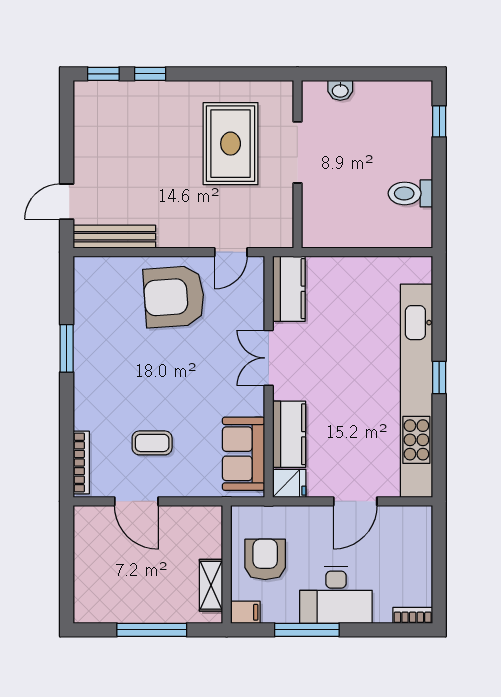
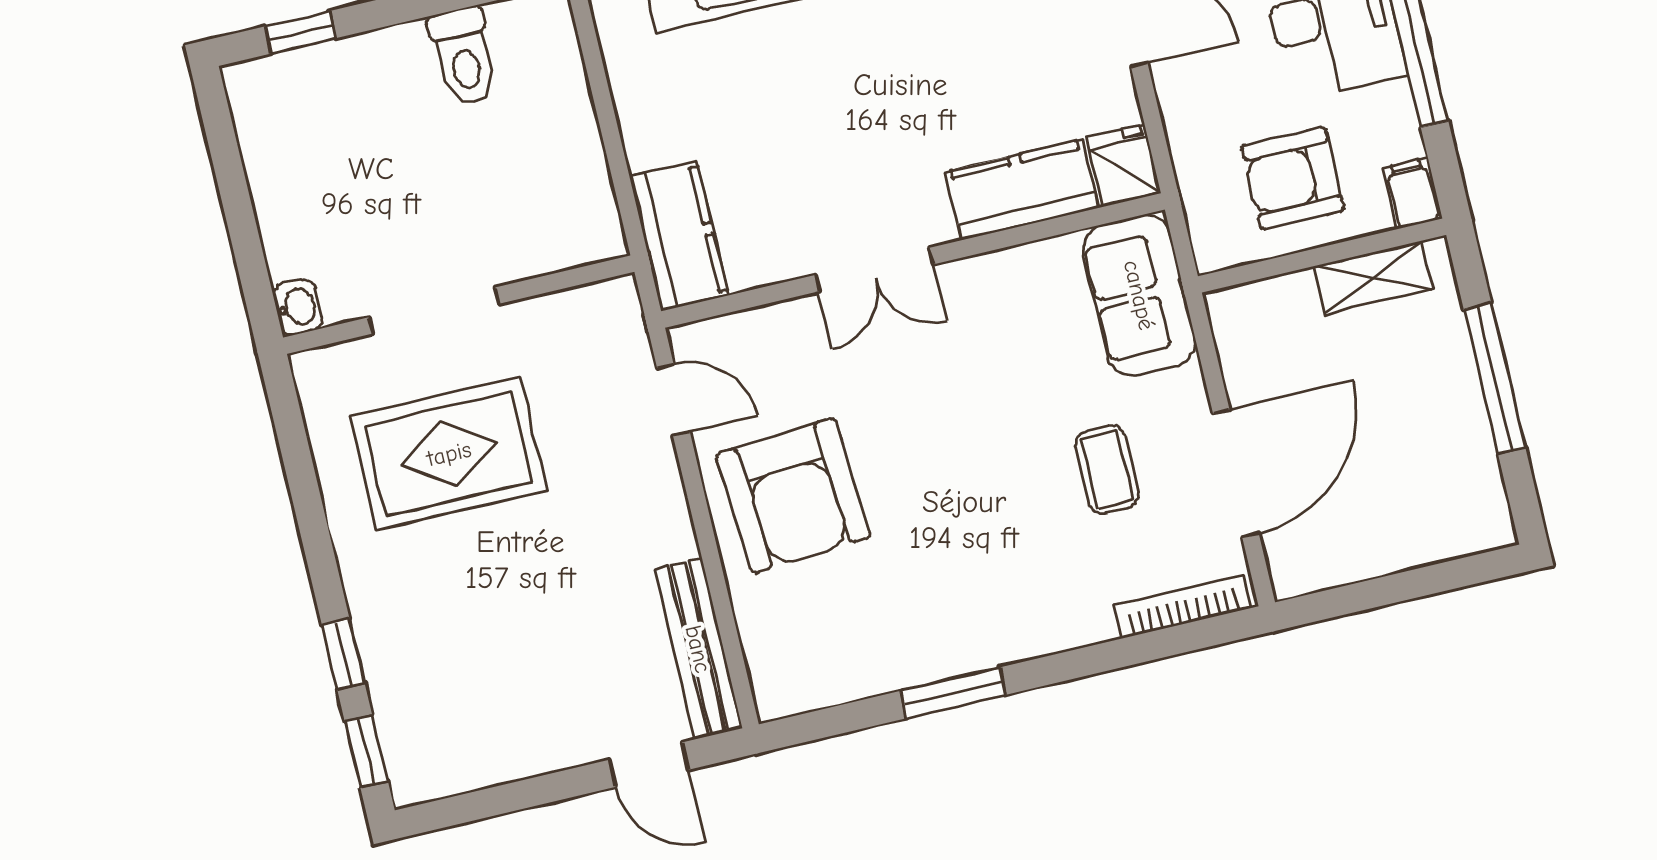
washbasin: (340, 90) -> (297, 307), moved
kitchen counter: (289, 289) -> (679, 236), moved, turned 90
sofa: (244, 454) -> (1139, 295), moved, turned 90
door: (136, 501) -> (1236, 474), width x1.36

